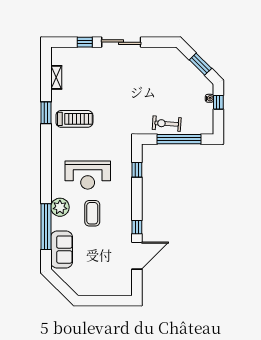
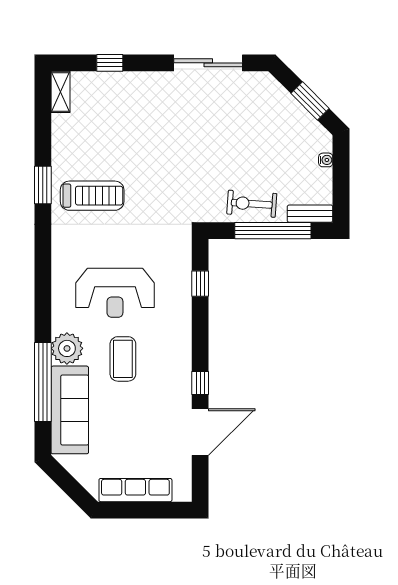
sliding door: (121, 42) -> (208, 63), moved
shelving: (56, 77) -> (60, 92), moved
window: (218, 102) -> (341, 167), removed
bench: (200, 129) -> (310, 214), added
sofa: (62, 250) -> (70, 410), width x1.36
row of seats: (99, 289) -> (135, 490), added

